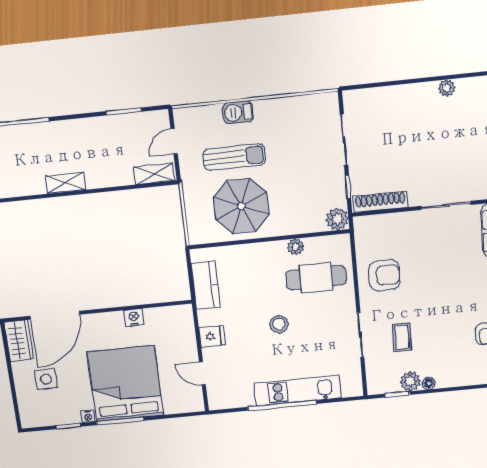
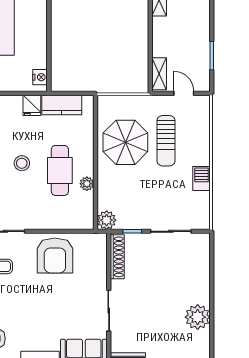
plant: (447, 88) -> (198, 317), width x1.88, depth x1.88
barbecue: (238, 112) -> (201, 179), moved
armchair: (384, 275) -> (55, 256), width x1.36, depth x1.36
cafe table: (316, 278) -> (60, 170), moved
nightstand: (134, 318) -> (40, 77), moved
fridge: (212, 336) -> (32, 105), moved

